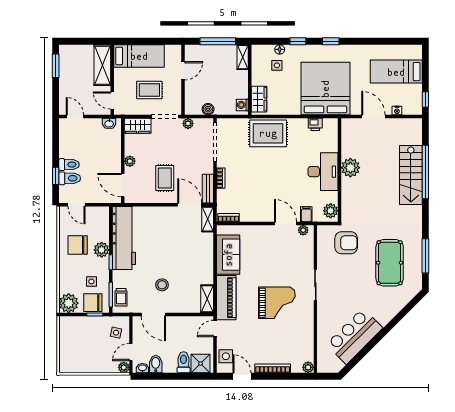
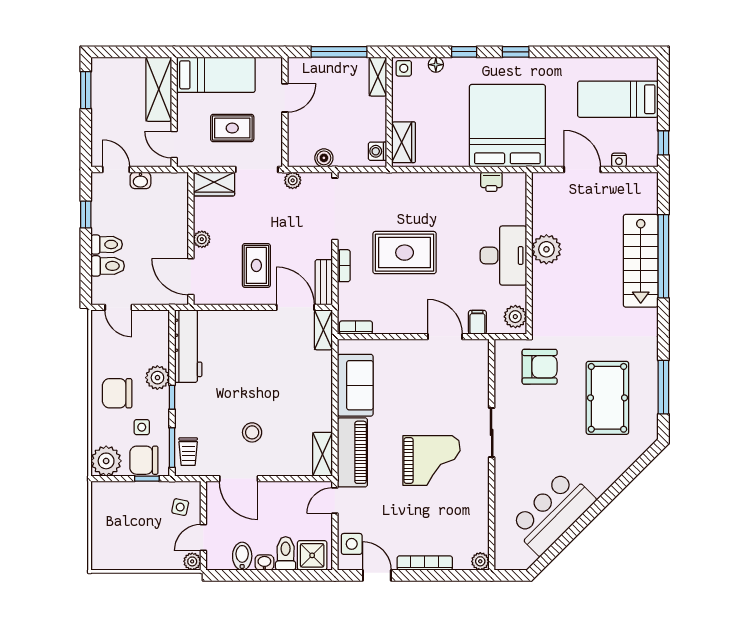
side table: (277, 65) -> (404, 68), moved
washbasin: (109, 124) -> (140, 180), moved
rug: (268, 133) -> (405, 253), moved
window: (56, 176) -> (86, 215), moved
plant: (303, 230) -> (473, 347), removed
workbench: (124, 238) -> (188, 346), width x0.73, depth x0.76
chair: (78, 245) -> (117, 393), moved
washbasin: (142, 368) -> (264, 563), moved

